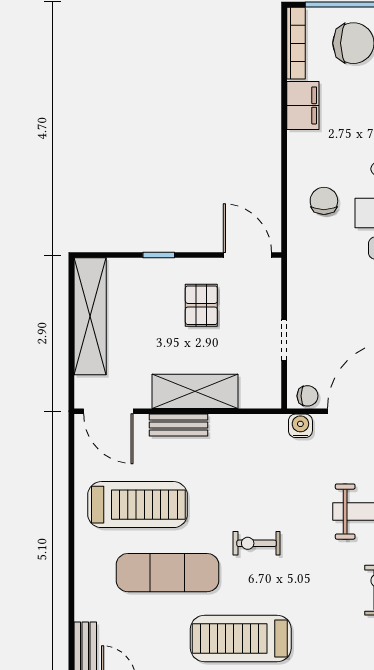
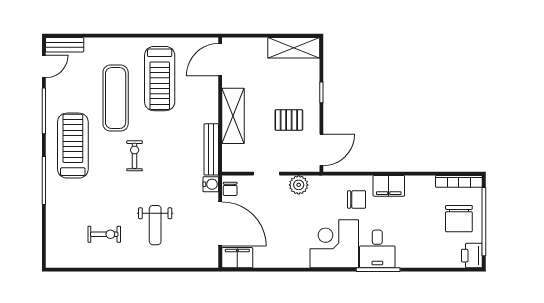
filing cabinet: (303, 105) -> (389, 186), moved
plant: (301, 290) -> (299, 185), added
shelving: (90, 316) -> (294, 48), width x0.68
bench: (178, 425) -> (211, 149), moved, width x1.36

